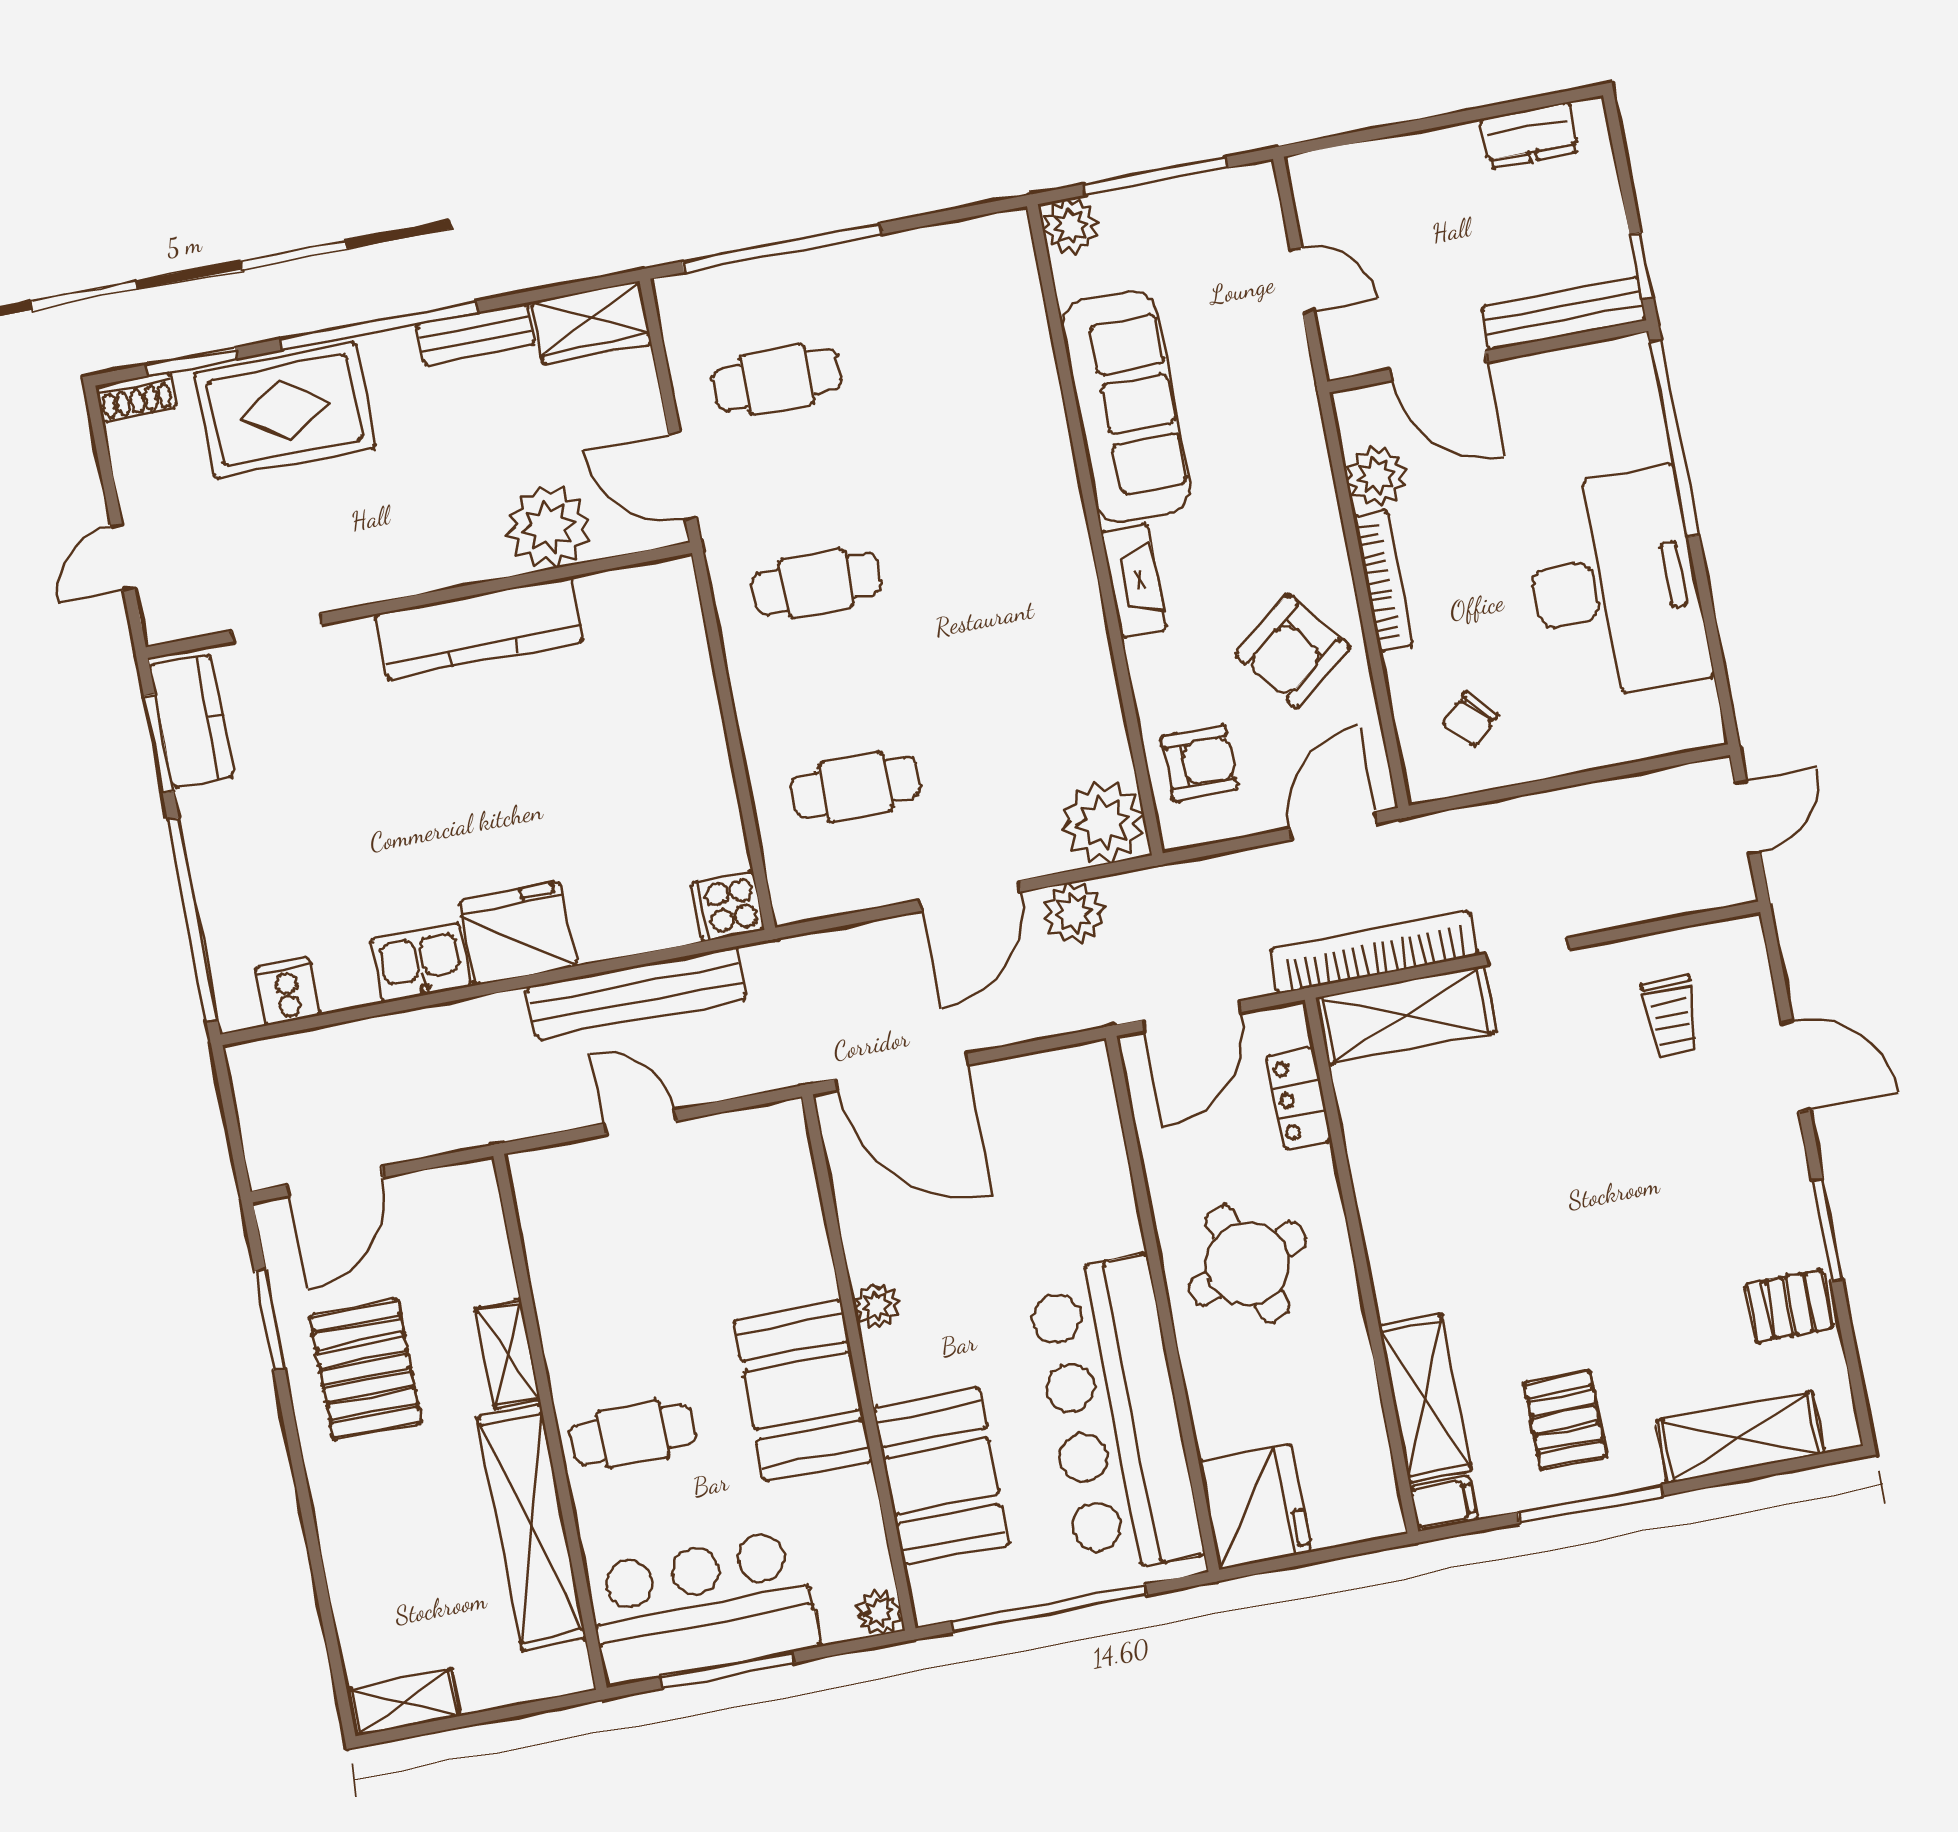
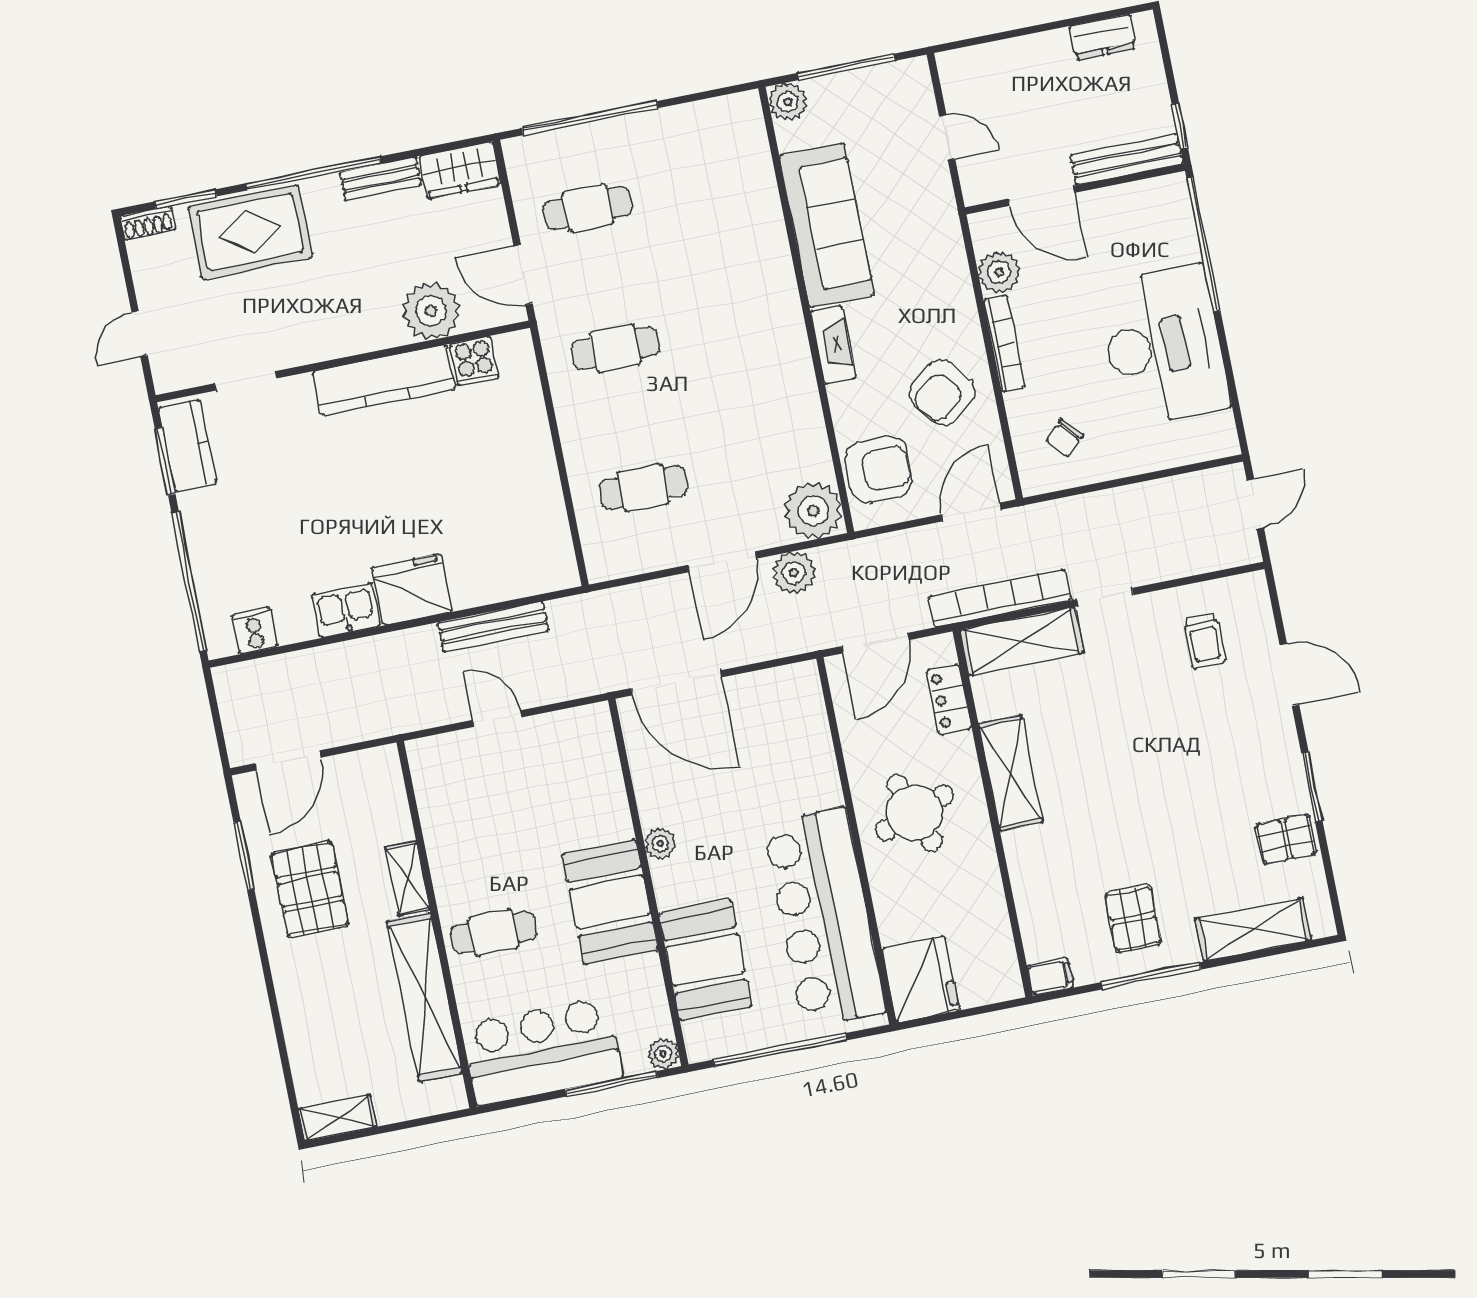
armchair: (1199, 763) -> (879, 469), width x1.38, depth x1.38
cooker: (728, 906) -> (474, 361), moved, turned -90
bench: (636, 993) -> (493, 627), width x0.73, depth x0.82
shelving: (1425, 1398) -> (1011, 773), moved
window: (727, 1670) -> (611, 1084), moved

